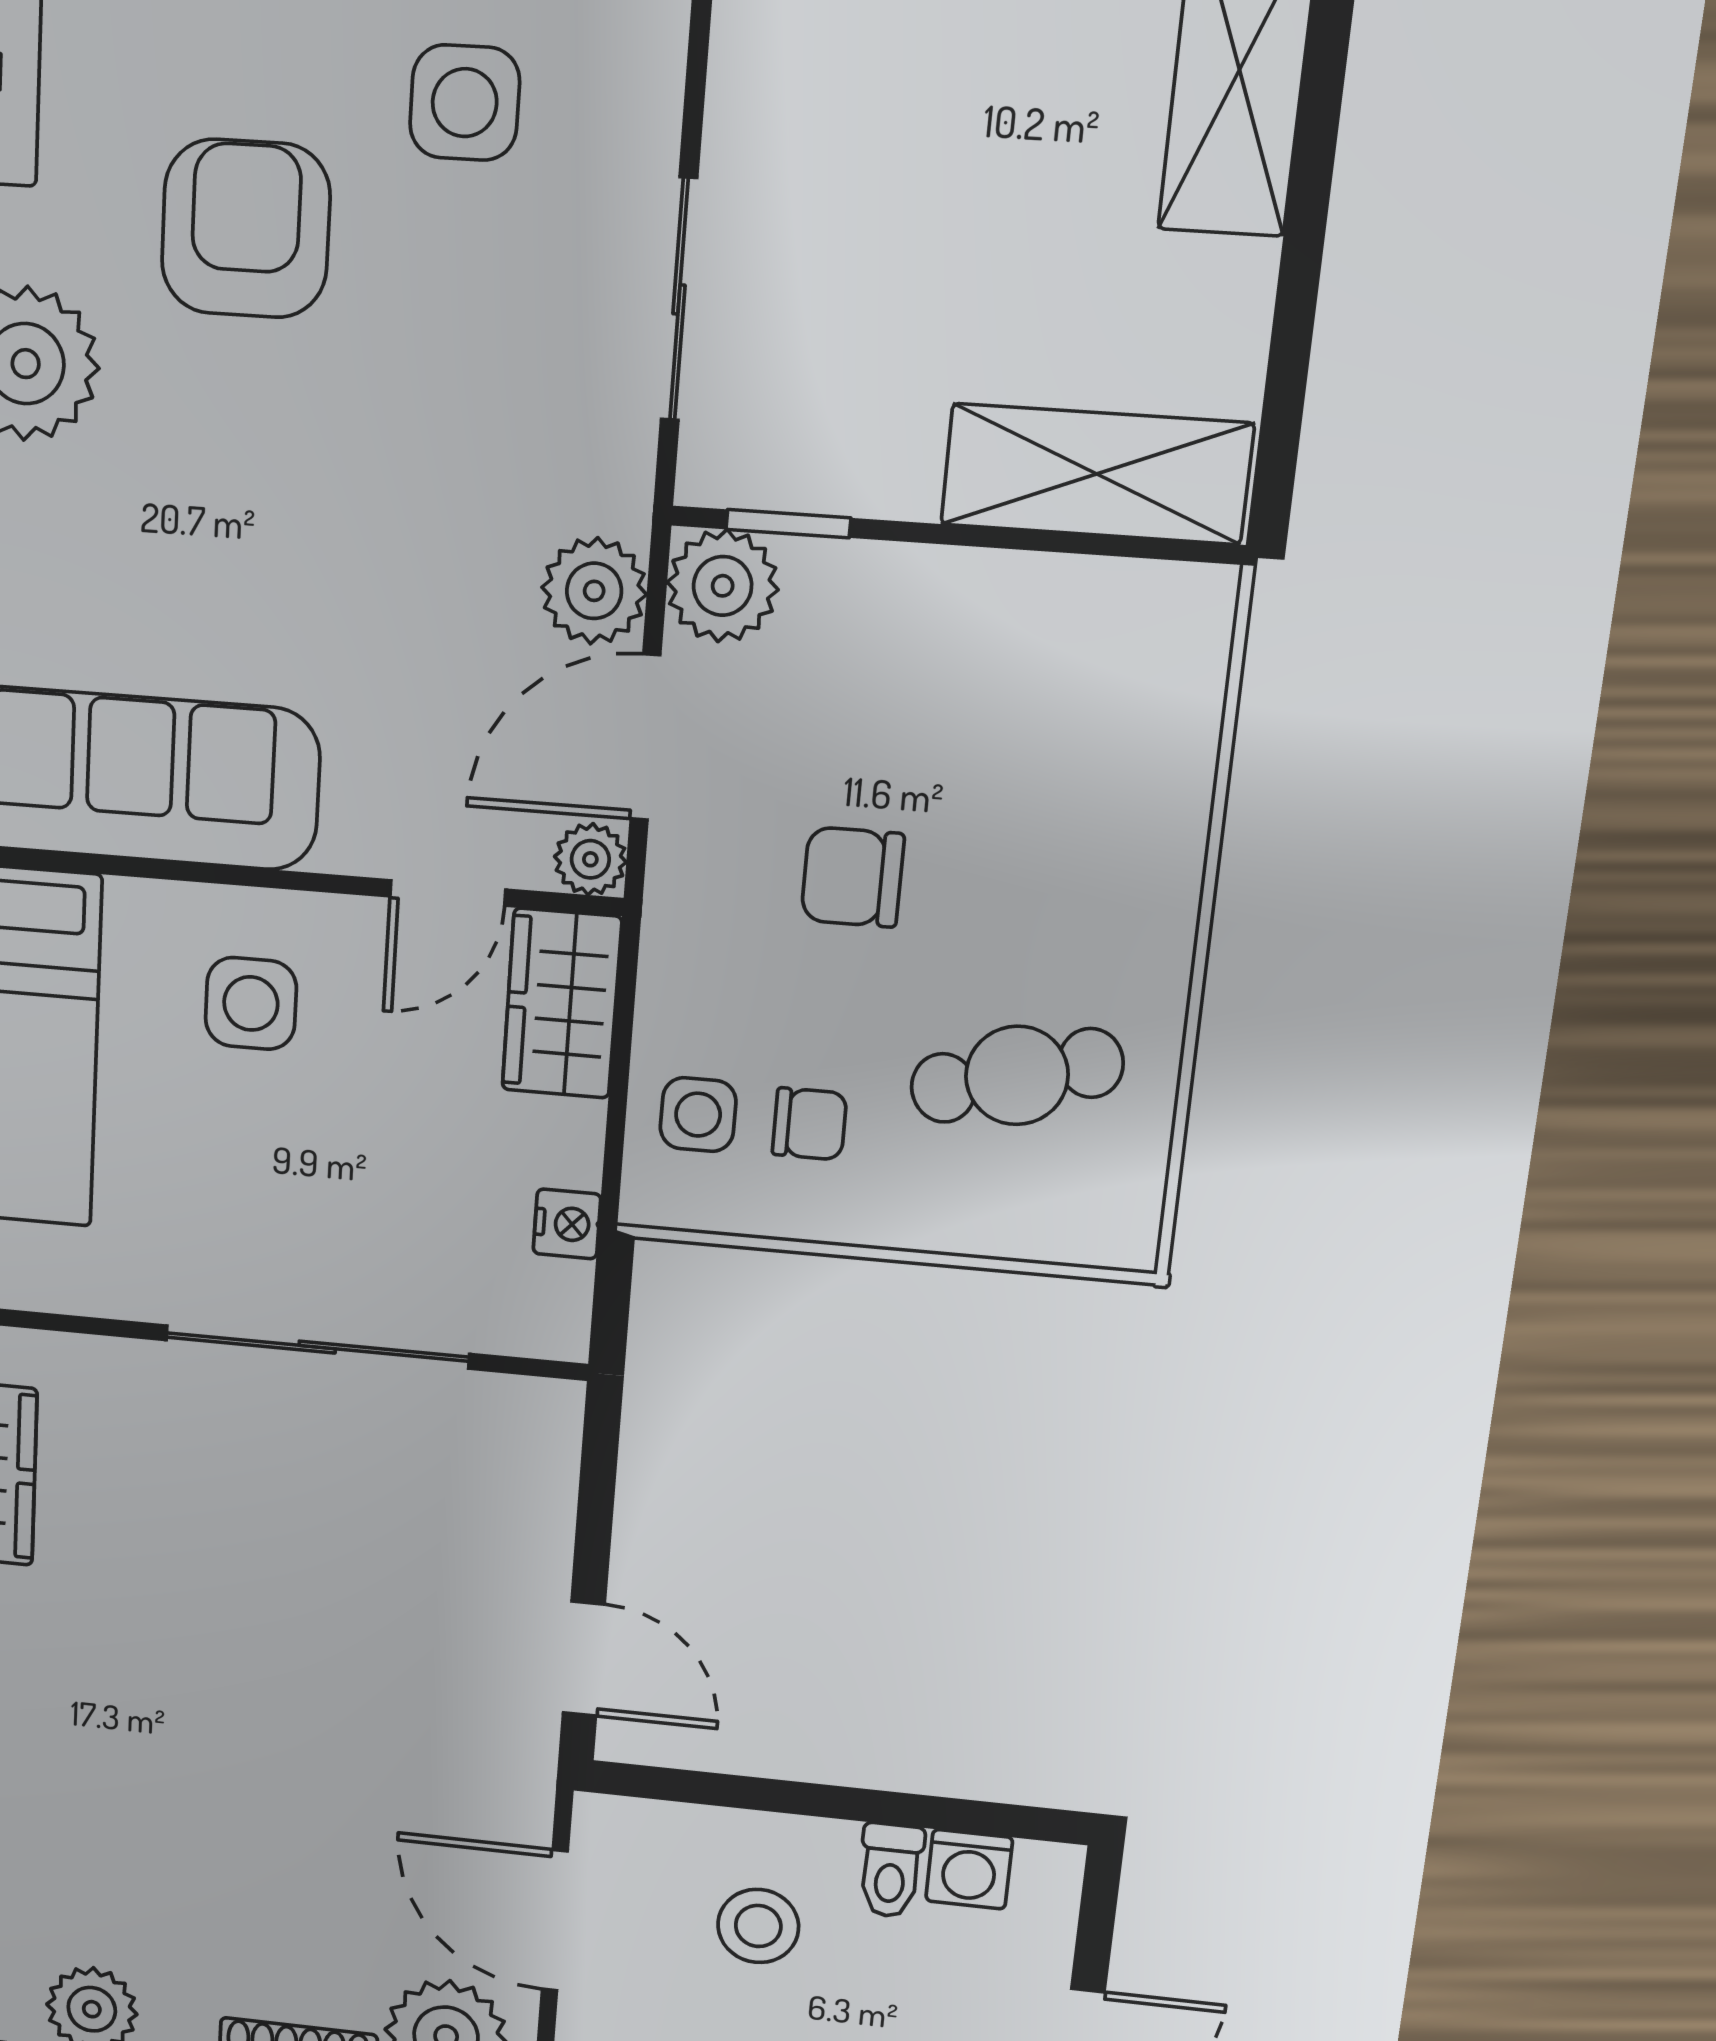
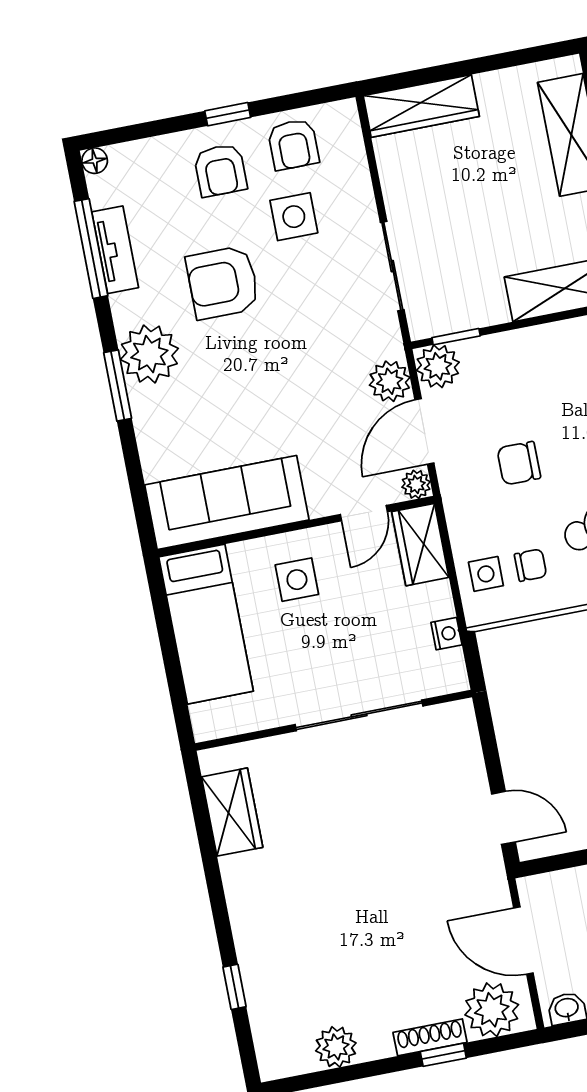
armchair: (246, 229) -> (223, 282), turned -90

